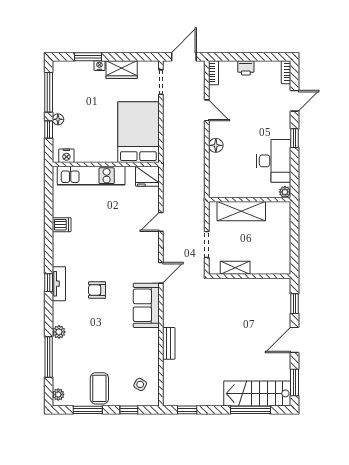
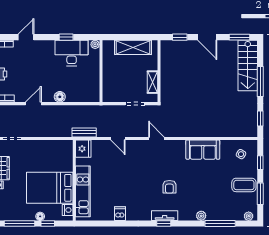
door: (295, 101) -> (26, 37), hinge flipped
bed: (138, 132) -> (50, 188), moved
window: (295, 138) -> (66, 37), moved
shelving: (241, 211) -> (133, 47), moved, turned 90
sofa: (146, 305) -> (203, 150), moved
bench: (169, 343) -> (84, 132), moved
window: (250, 410) -> (260, 82), moved

